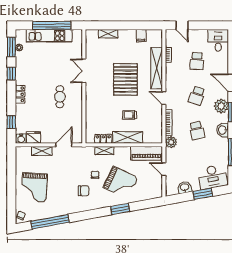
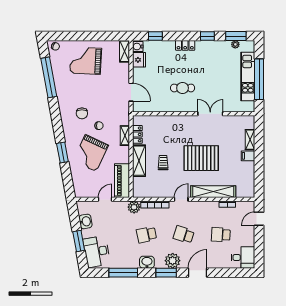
filing cabinet: (141, 36) -> (248, 156), moved
shelving: (42, 151) -> (125, 51), moved

